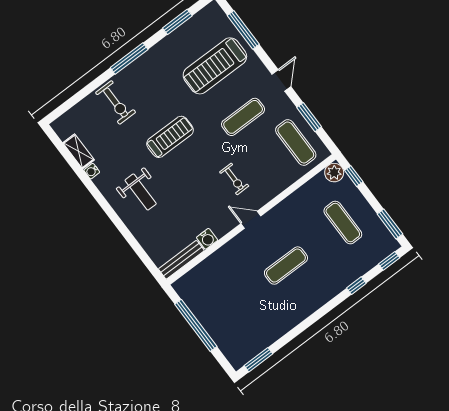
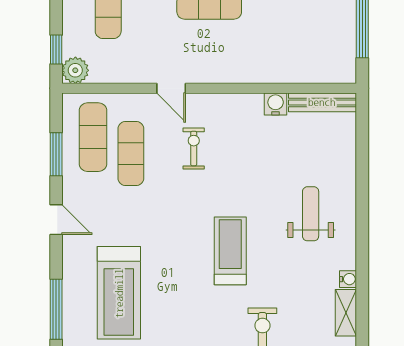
treadmill: (215, 66) -> (119, 293), turned 90
door: (281, 80) -> (56, 220), swing flipped
exercise mat: (243, 117) -> (131, 153), moved, turned 90
treadmill: (170, 137) -> (230, 251), turned 90
door: (251, 220) -> (171, 88), moved

